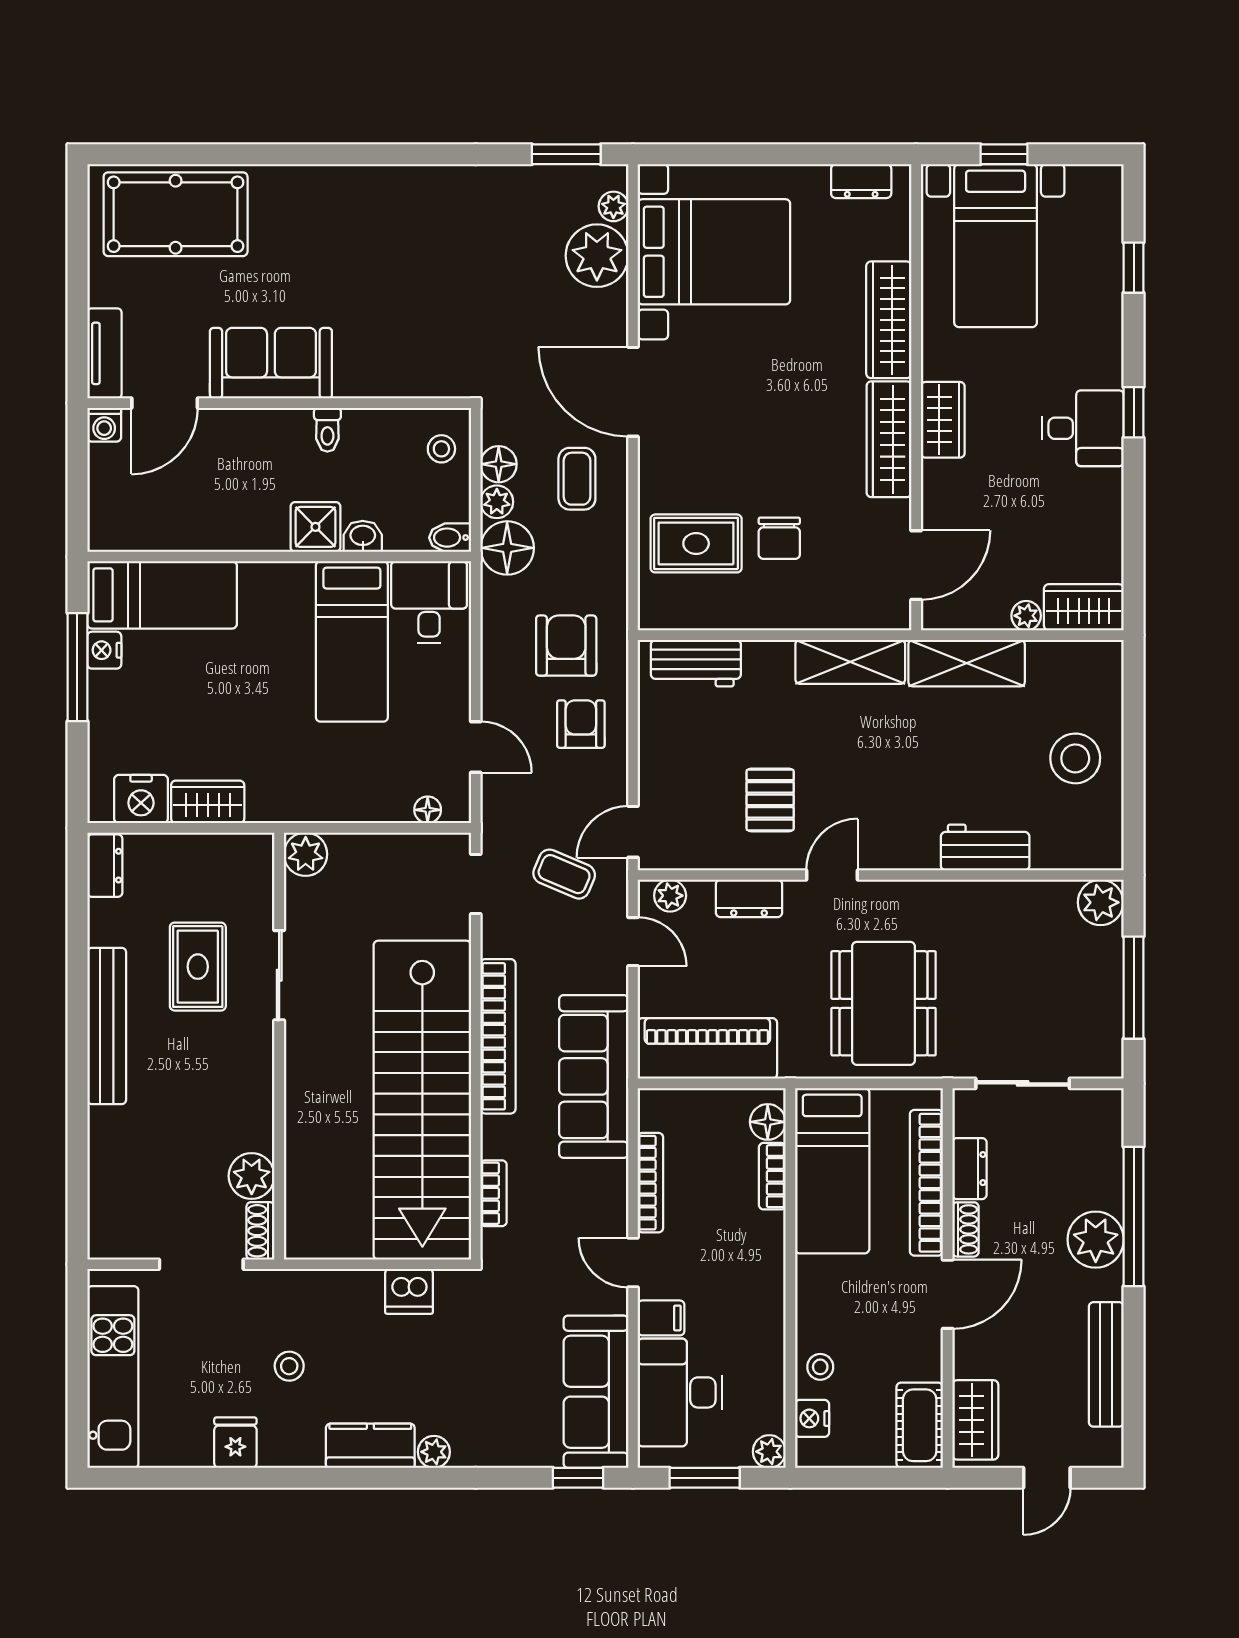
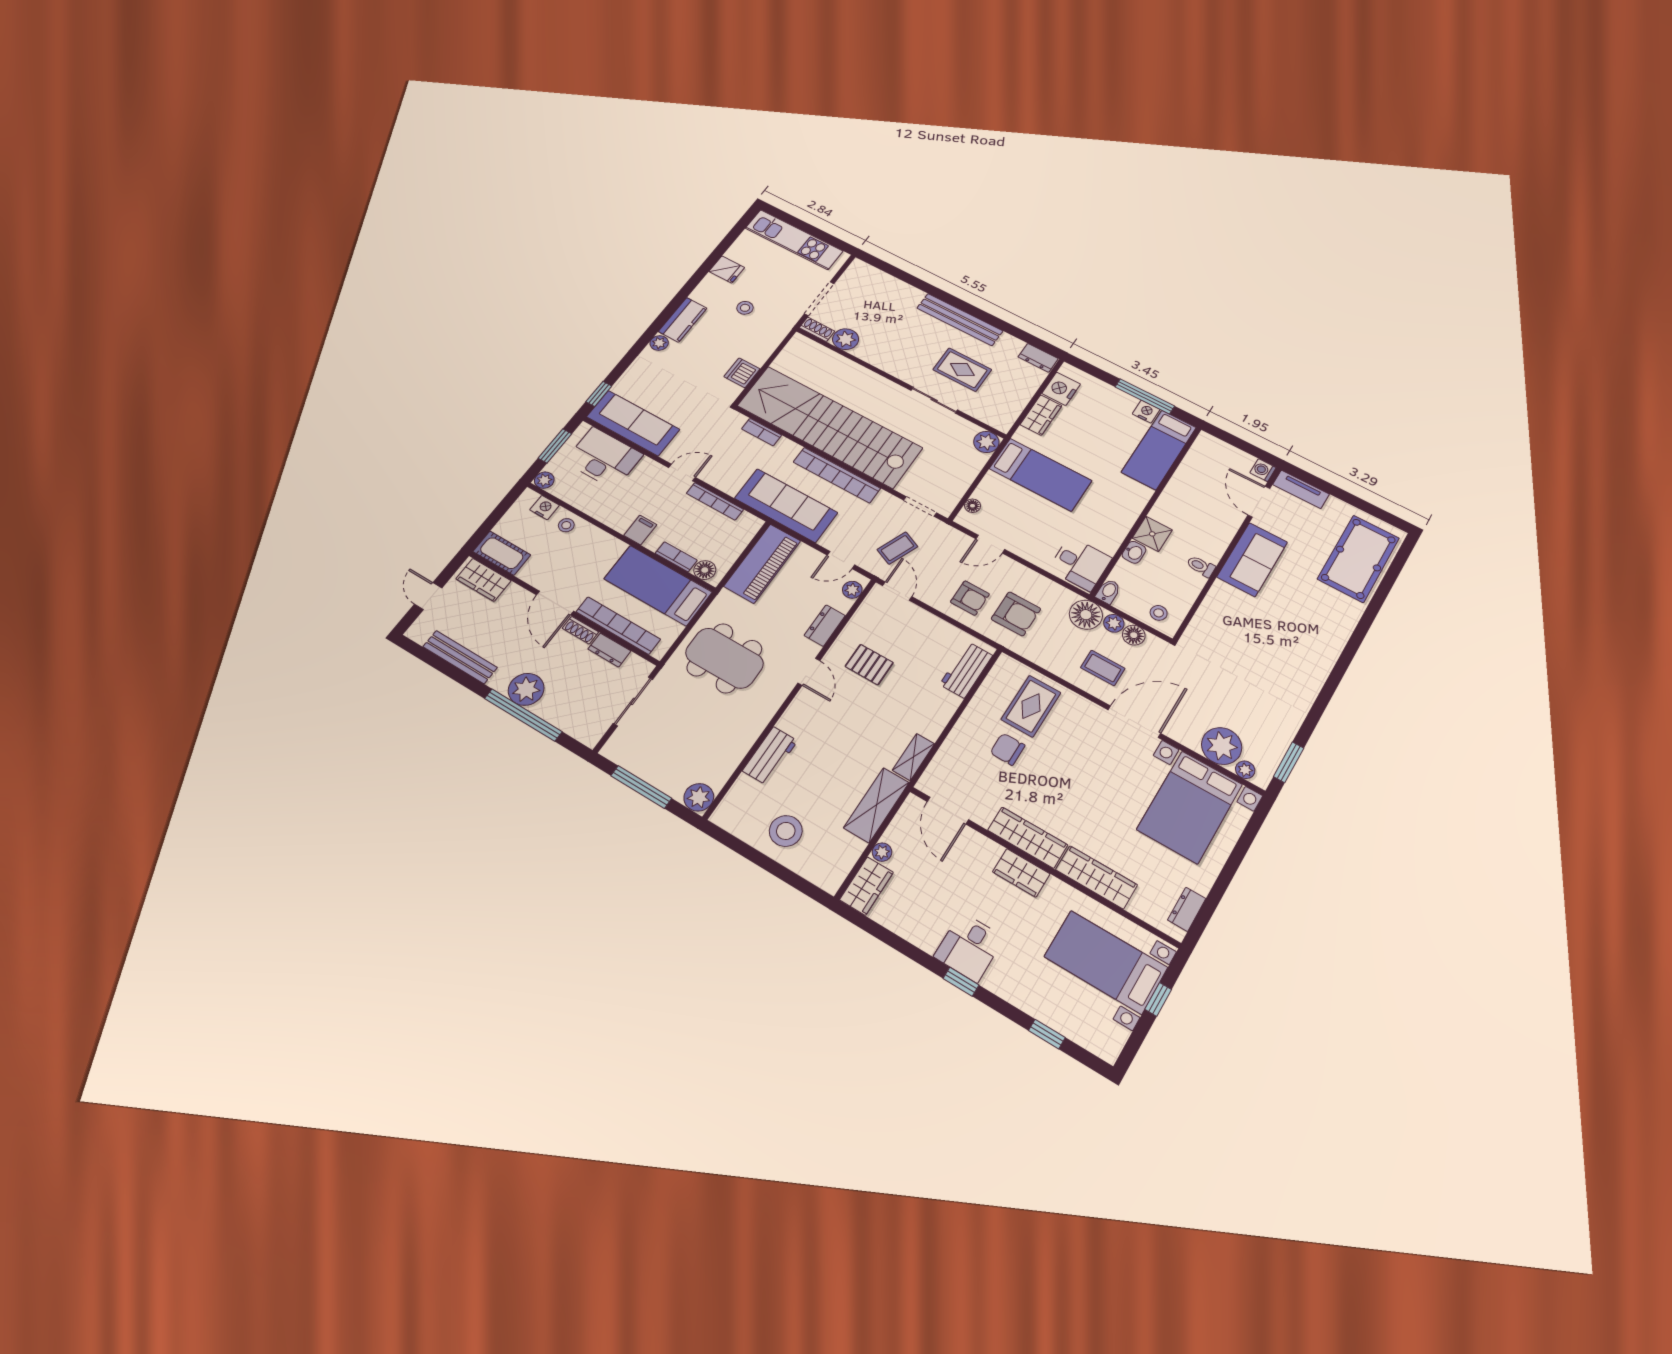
bed: (352, 641) -> (1040, 475), moved, turned 180
shelving: (850, 662) -> (913, 757), width x0.67, depth x0.75
filing cabinet: (661, 1318) -> (640, 530), moved, turned 180

